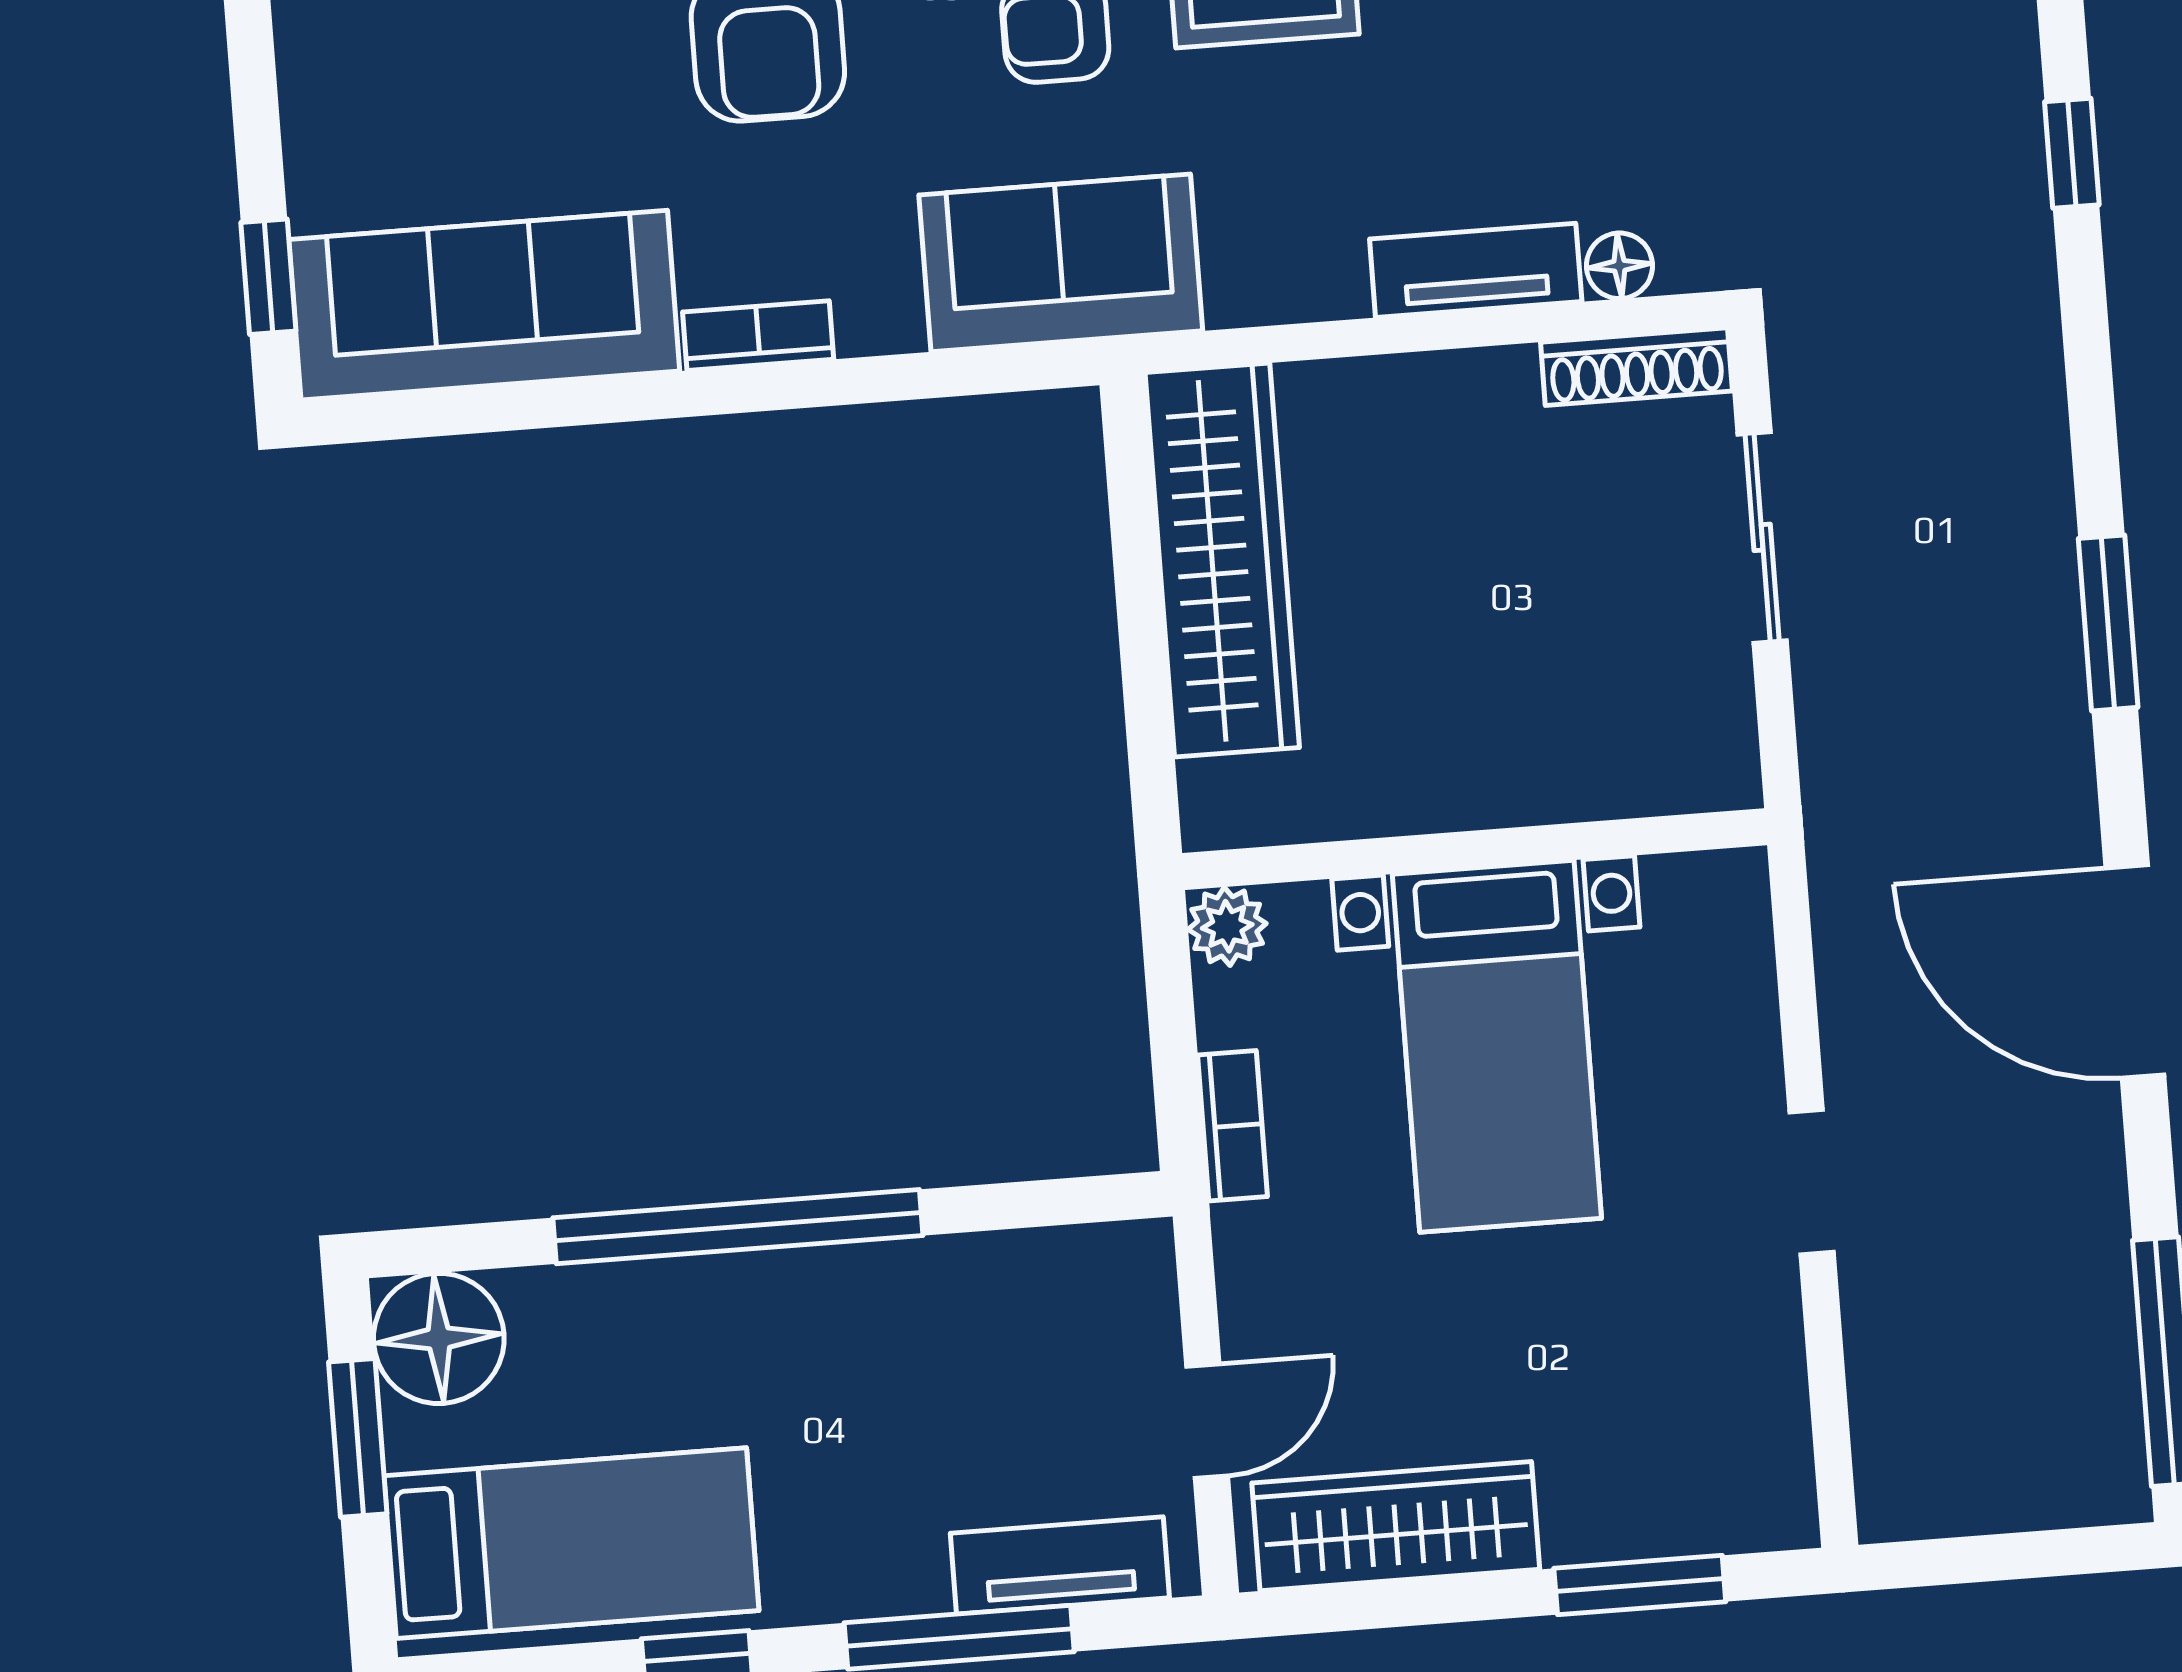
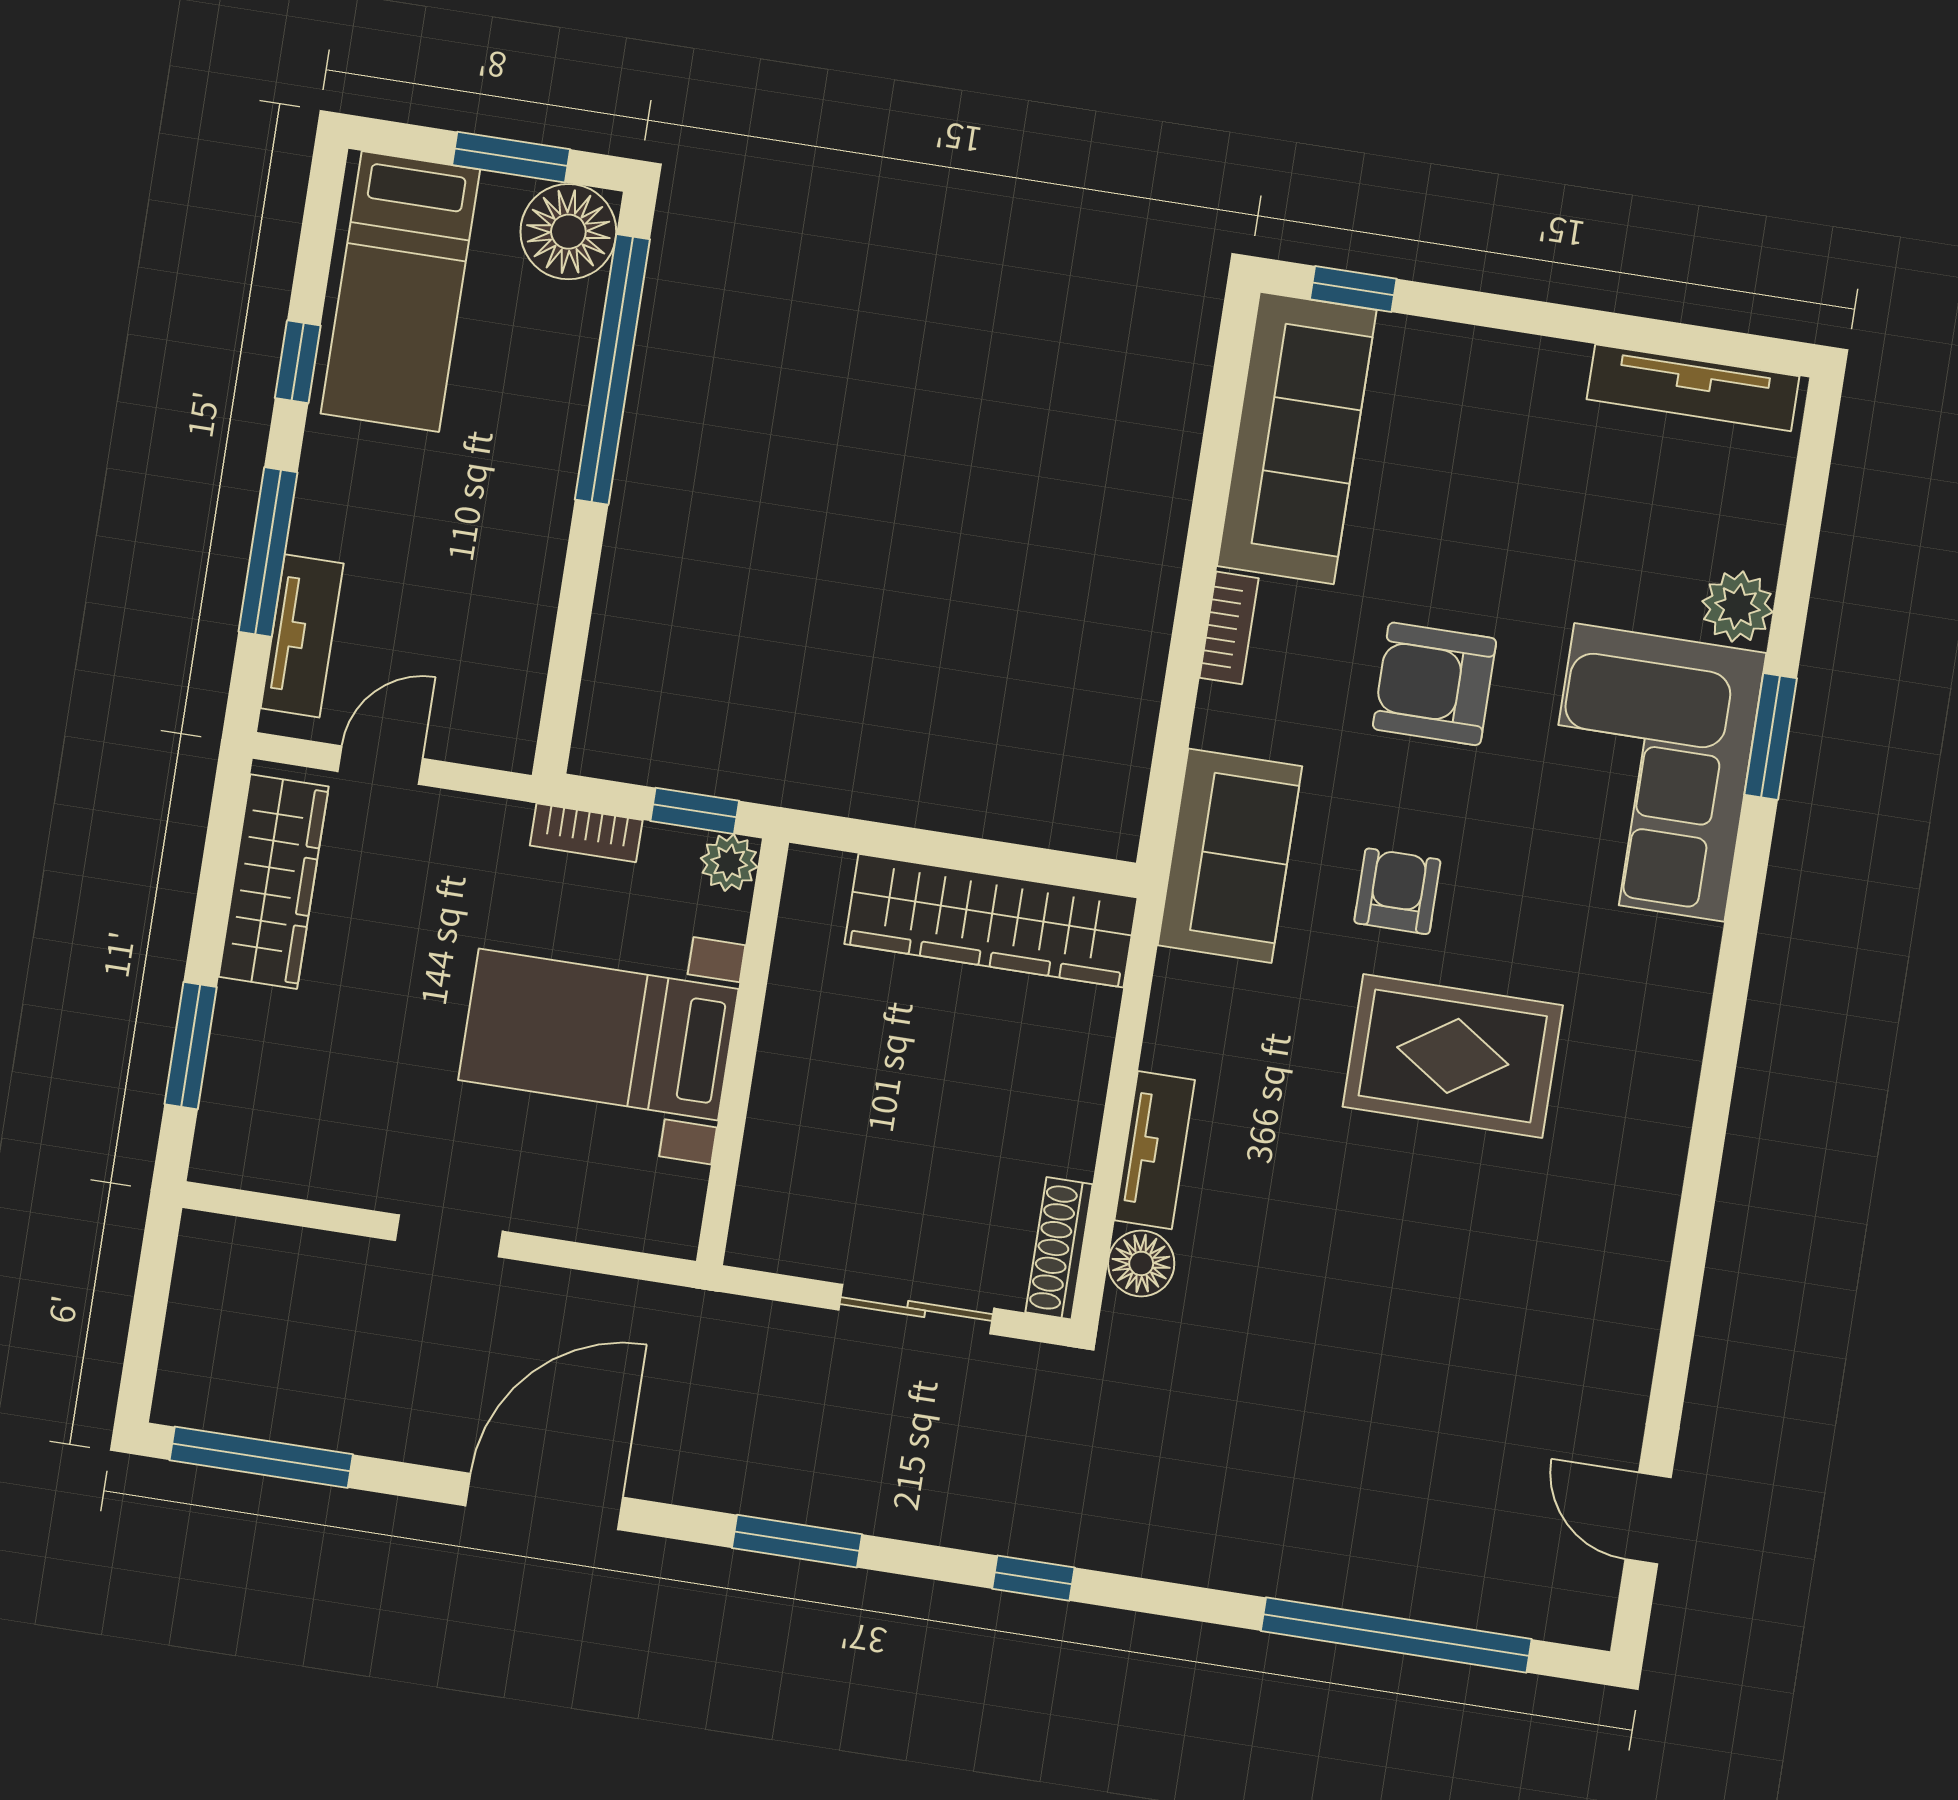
window: (2072, 153) -> (1033, 1578), moved
floor lamp: (1619, 266) -> (1141, 1263), width x1.37, depth x1.37
window: (1169, 988) -> (695, 811), added
window: (738, 1227) -> (612, 369), moved
door: (1207, 1421) -> (380, 765), swing flipped

